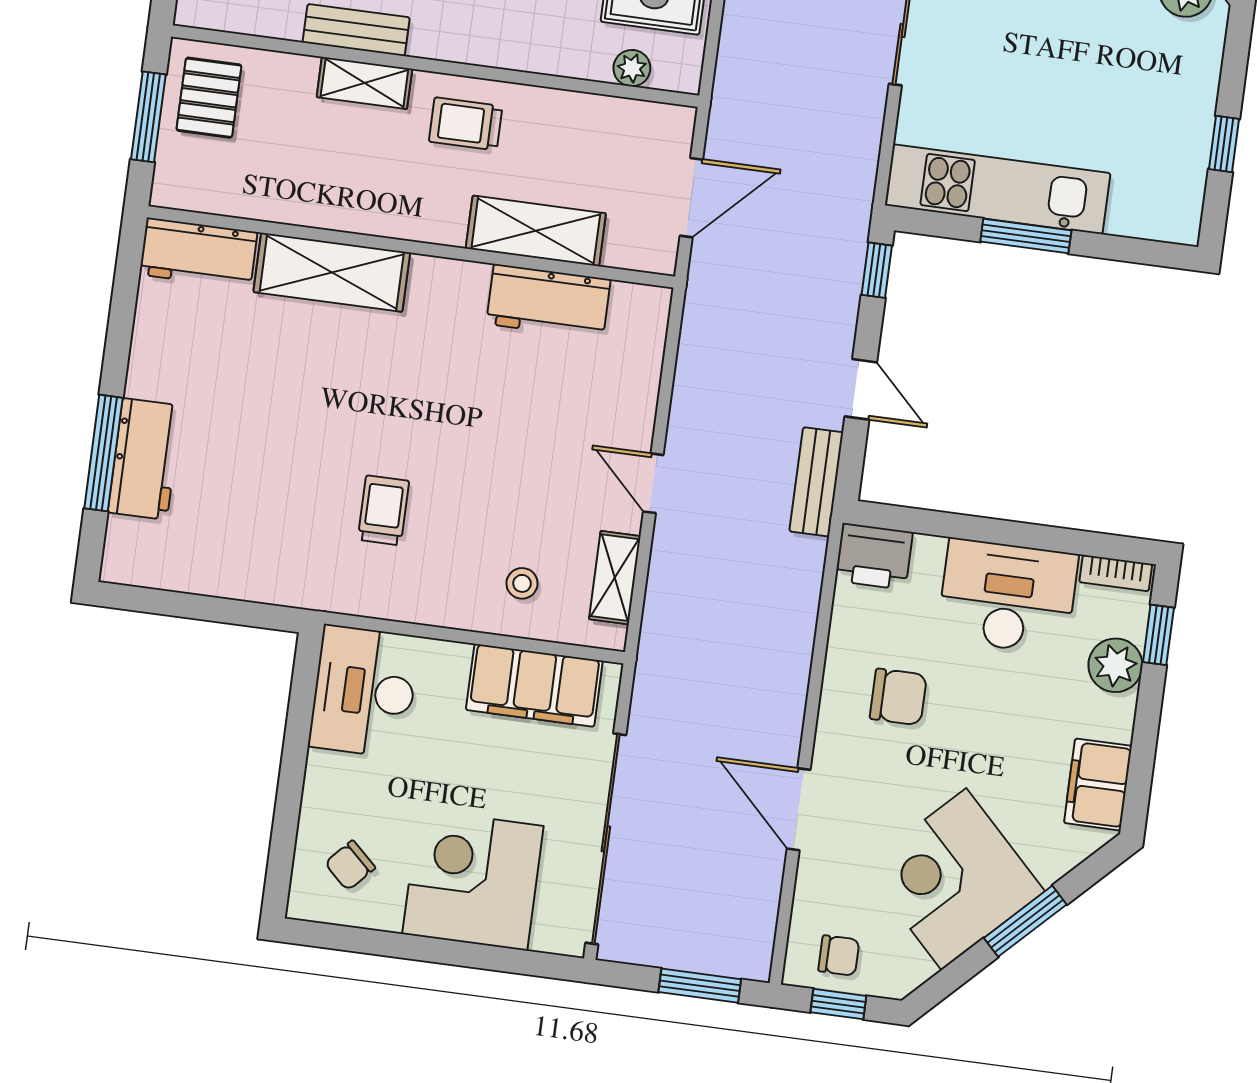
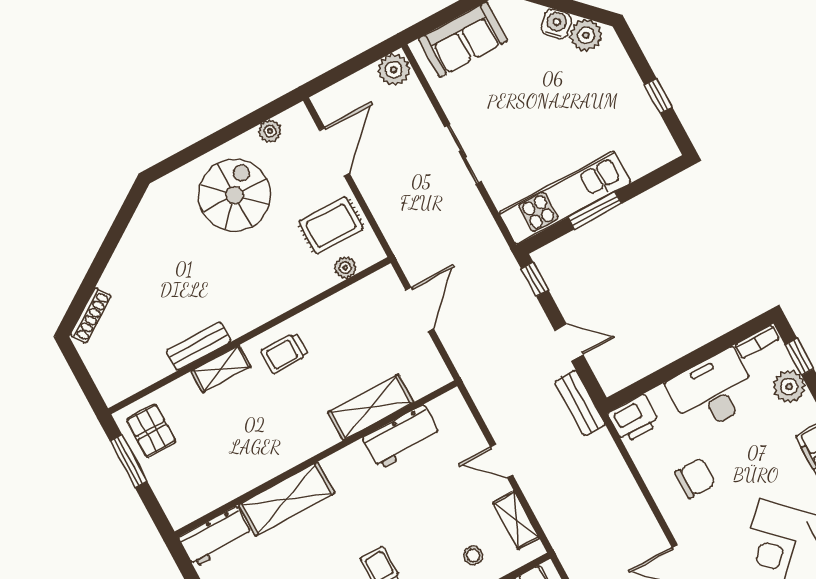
shelving: (536, 231) -> (371, 407), moved
wall: (411, 247) -> (316, 459), moved
workbench: (198, 253) -> (215, 537), moved
shelving: (332, 272) -> (286, 499), moved
workbench: (548, 302) -> (402, 437), moved

